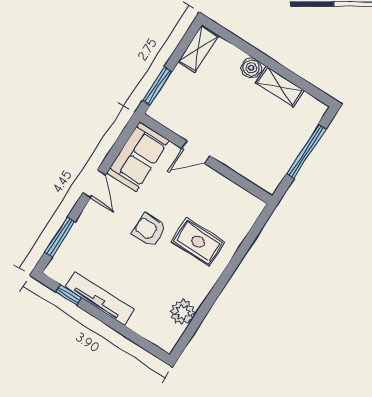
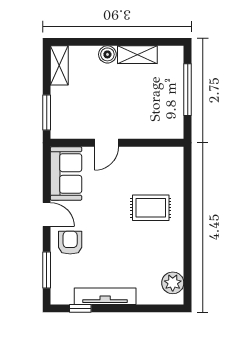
armchair: (149, 230) -> (70, 243), moved, turned 90
plant: (182, 312) -> (173, 283), moved

